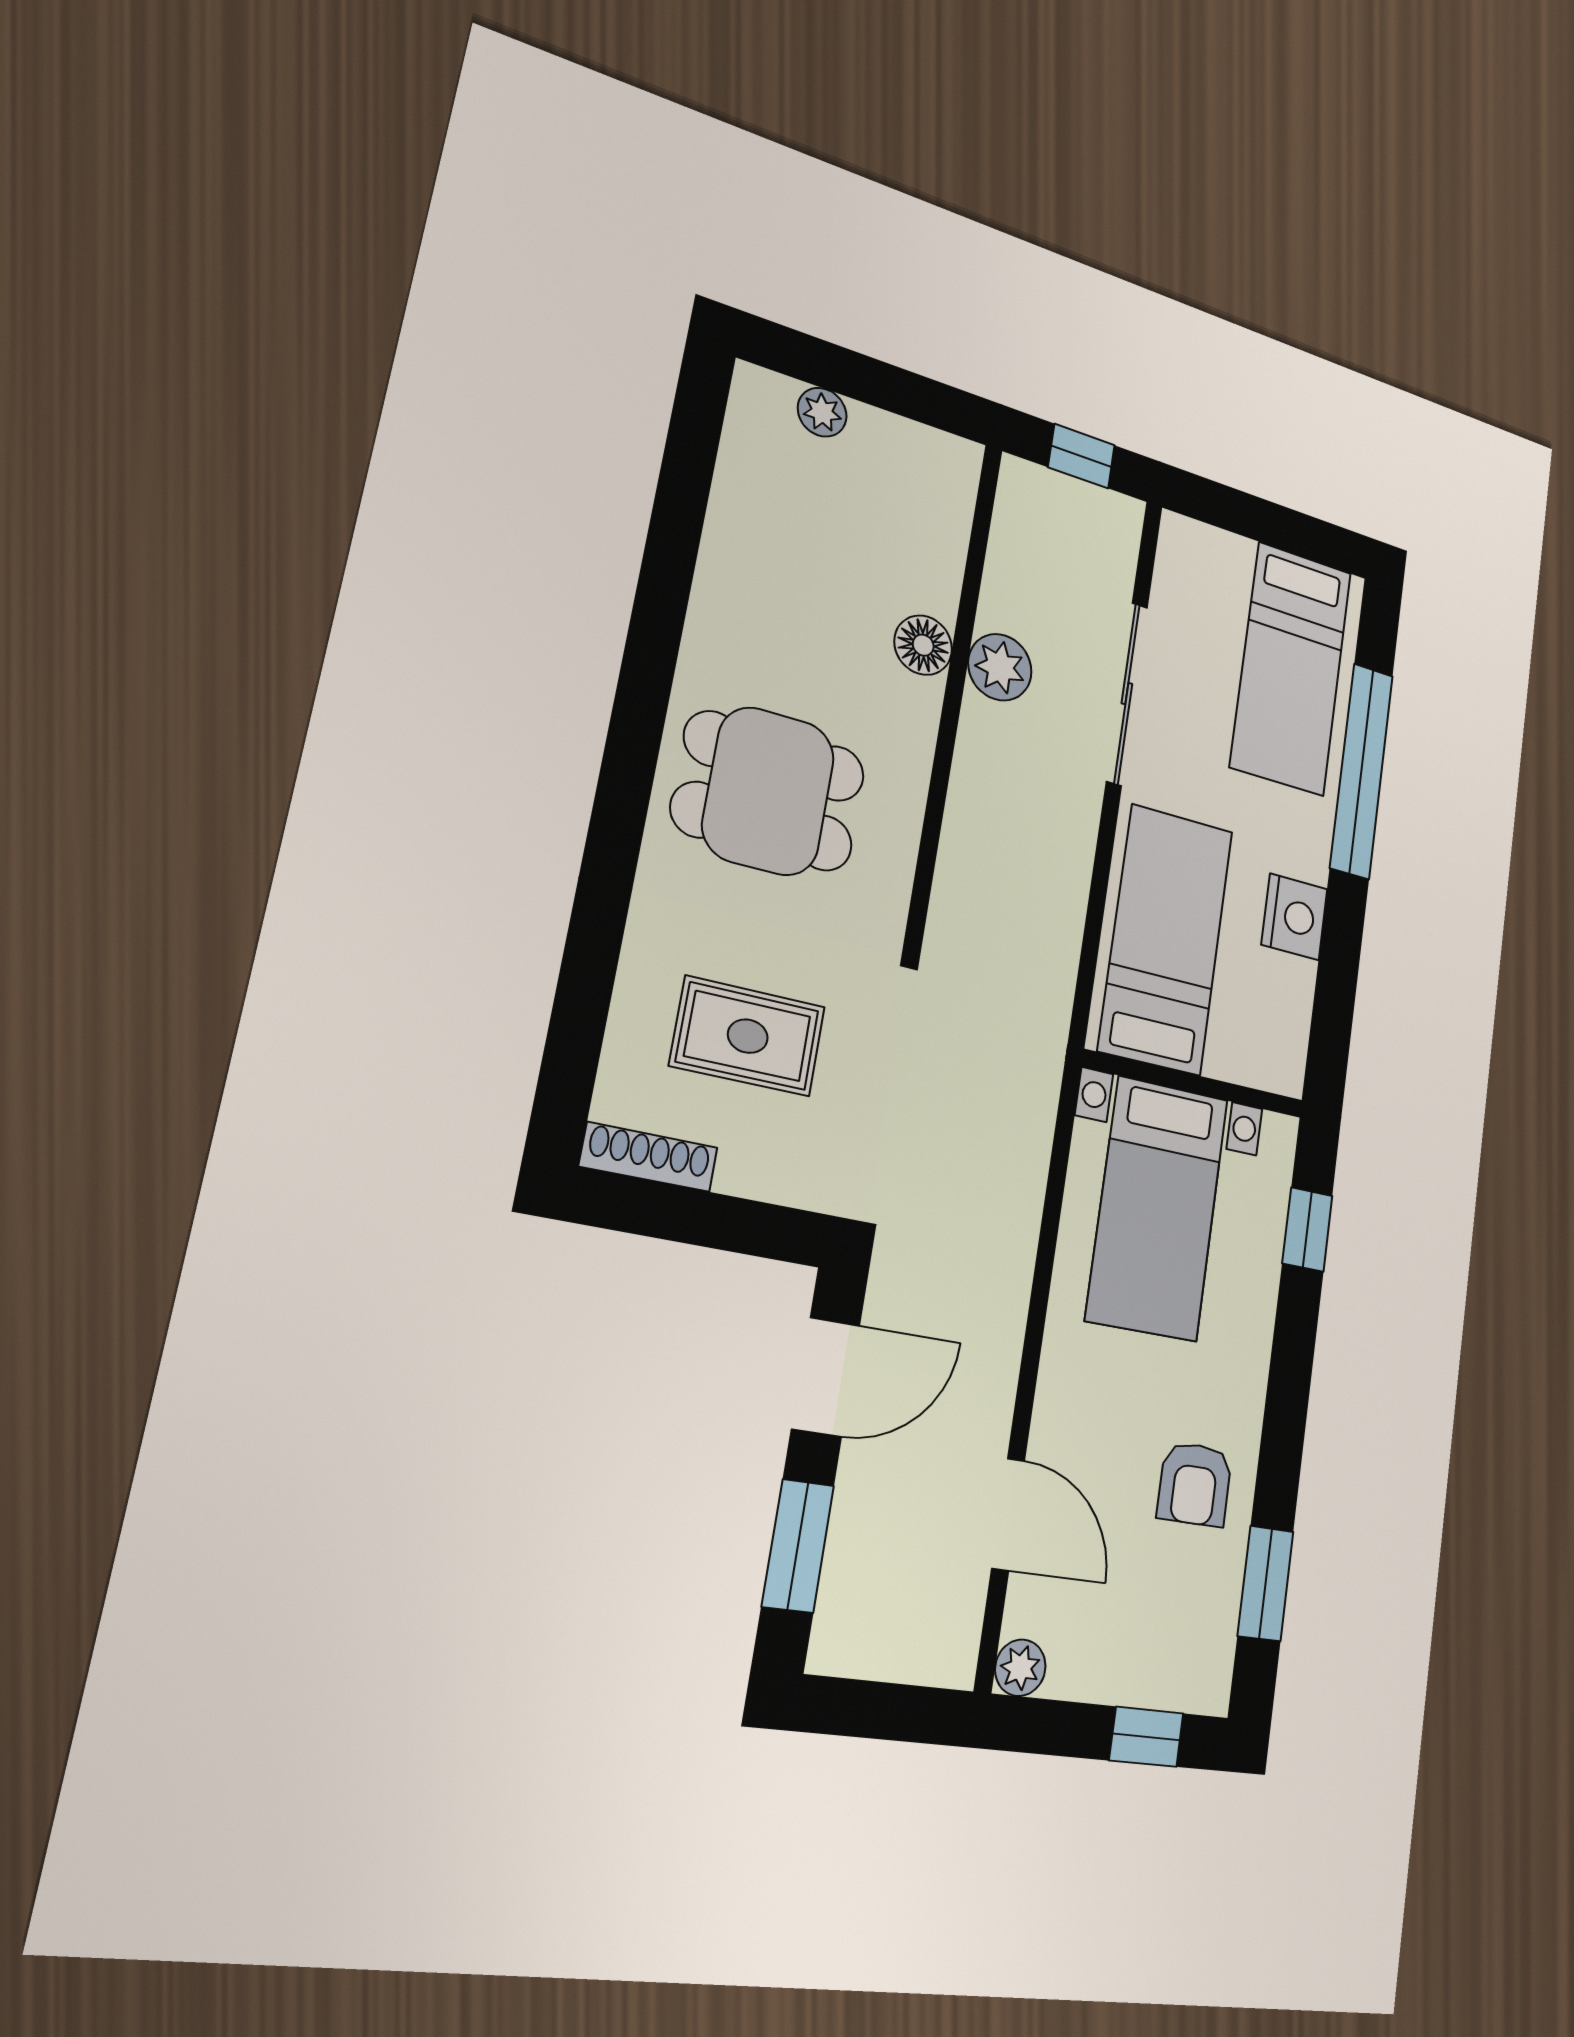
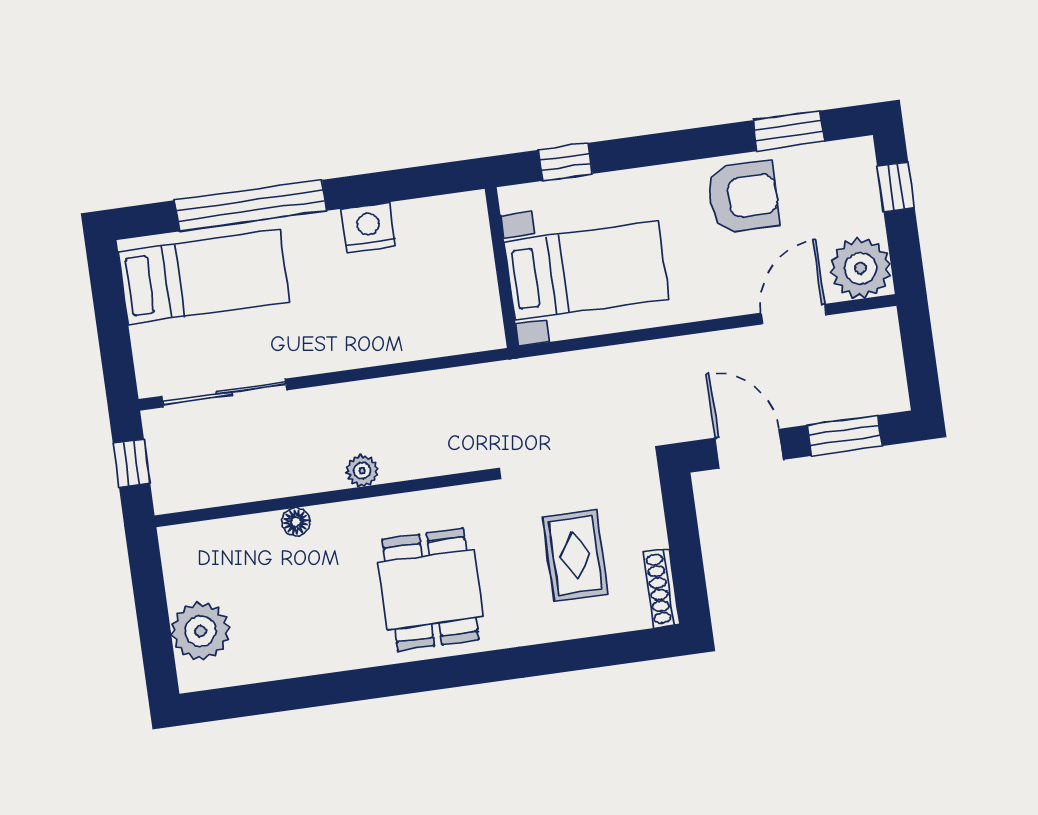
plant: (822, 412) -> (201, 631), width x1.88, depth x1.88
floor lamp: (923, 645) -> (296, 522), width x0.73, depth x0.73
plant: (1000, 667) -> (362, 471), moved, width x0.73, depth x0.73
sliding door: (1127, 694) -> (224, 393), moved
bed: (1166, 939) -> (419, 313), removed
armchair: (1195, 1484) -> (743, 197), width x1.38, depth x1.38
plant: (1020, 1668) -> (861, 268), width x1.88, depth x1.88

